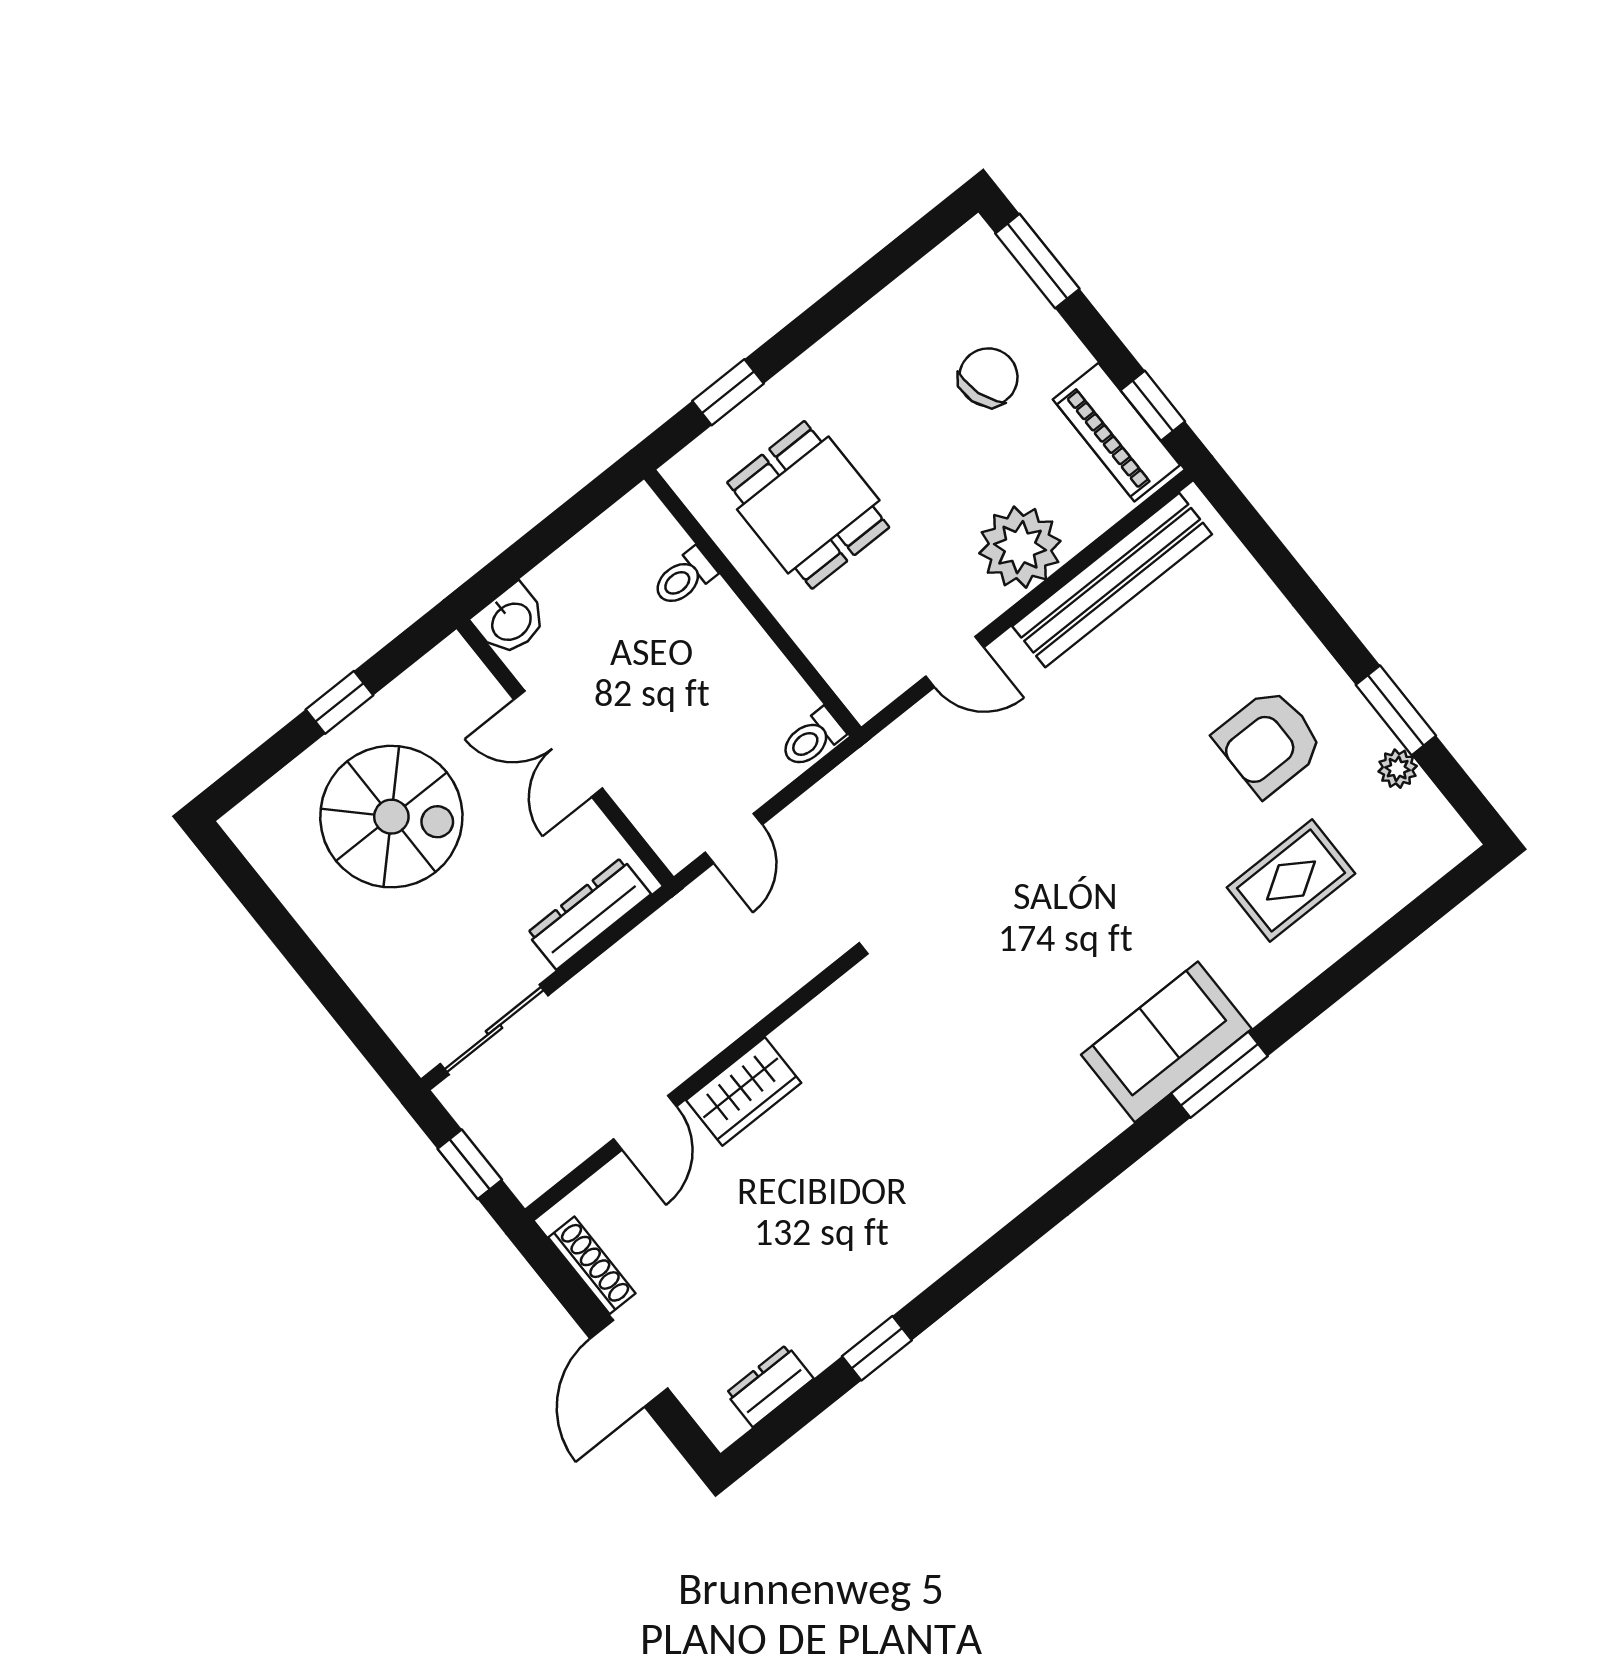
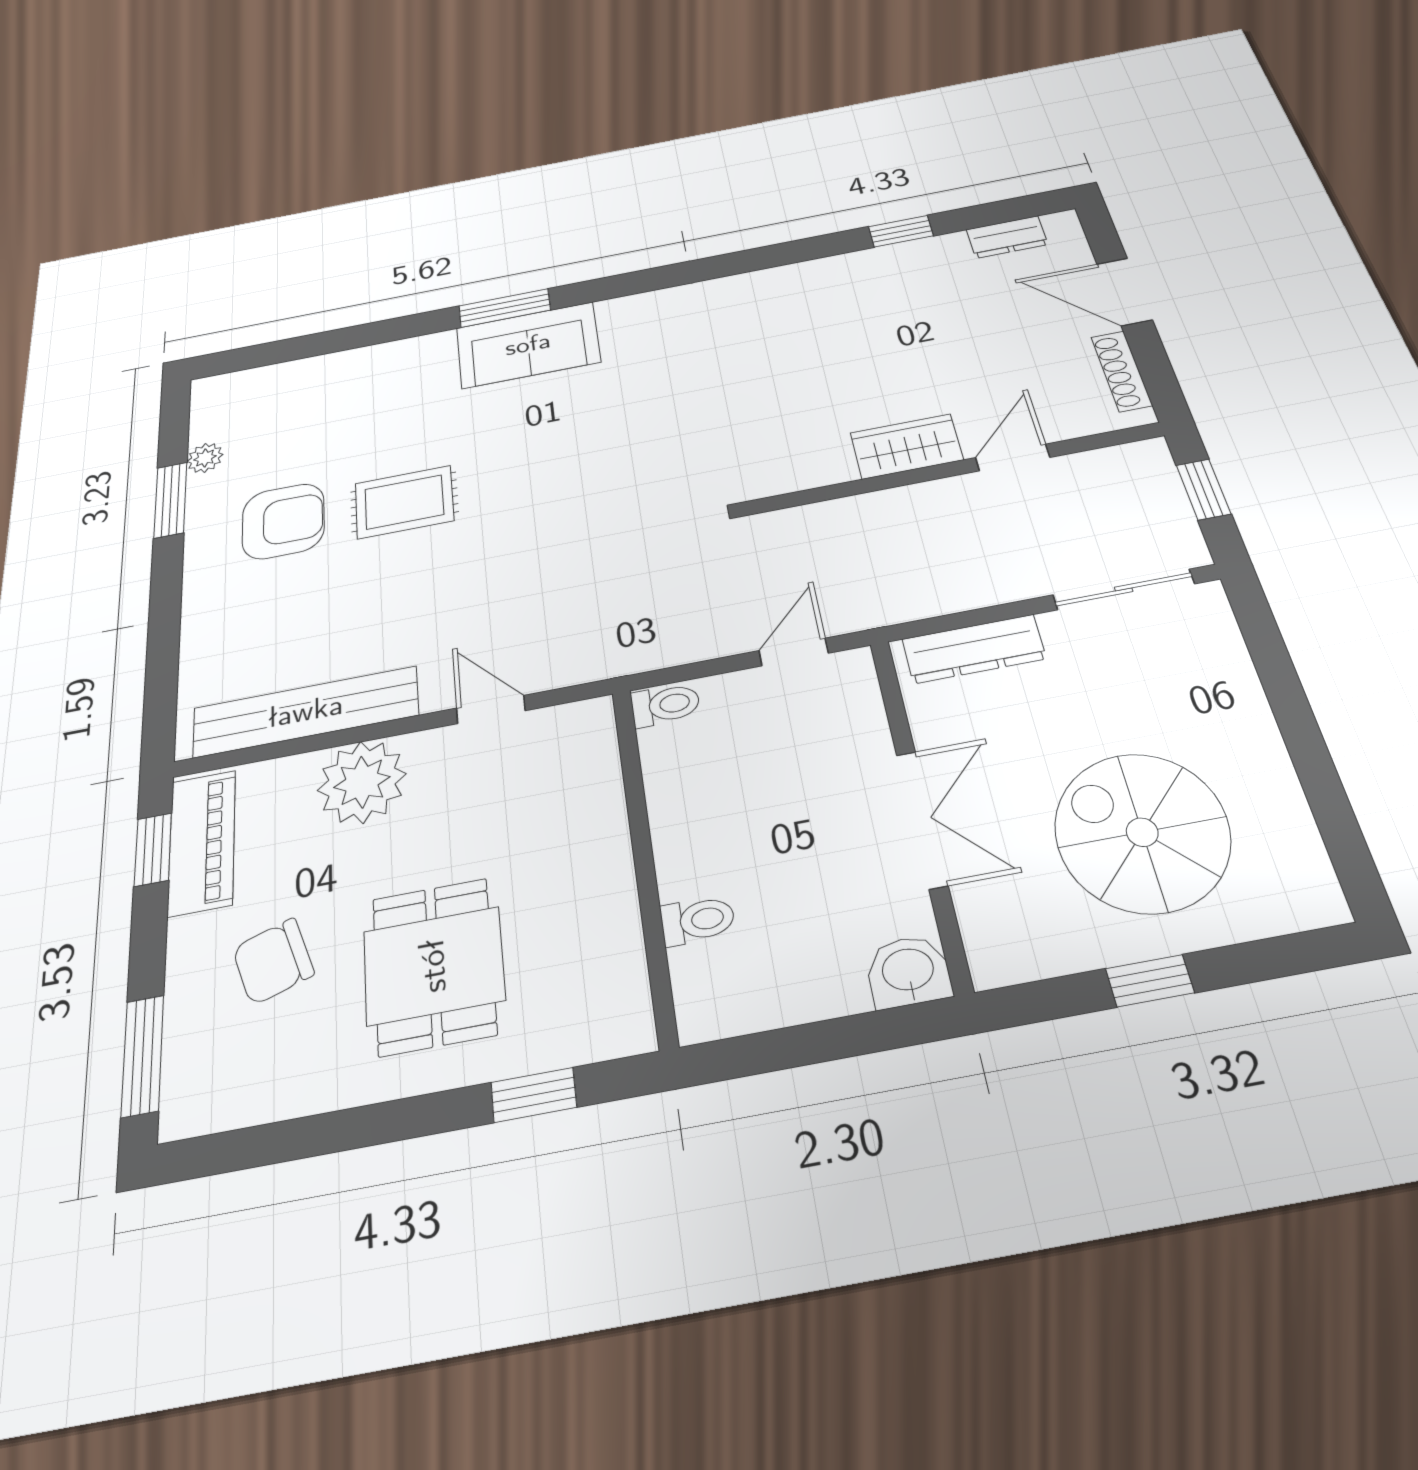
dining table: (808, 505) -> (434, 966), moved
rug: (1291, 880) -> (404, 502), moved
door: (629, 1364) -> (1124, 292), swing flipped

